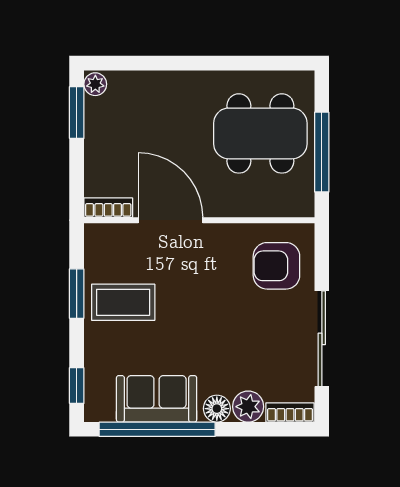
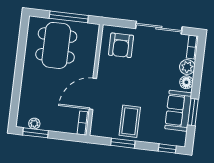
plant: (95, 84) -> (34, 124), moved
window: (157, 429) -> (193, 112), width x0.47

